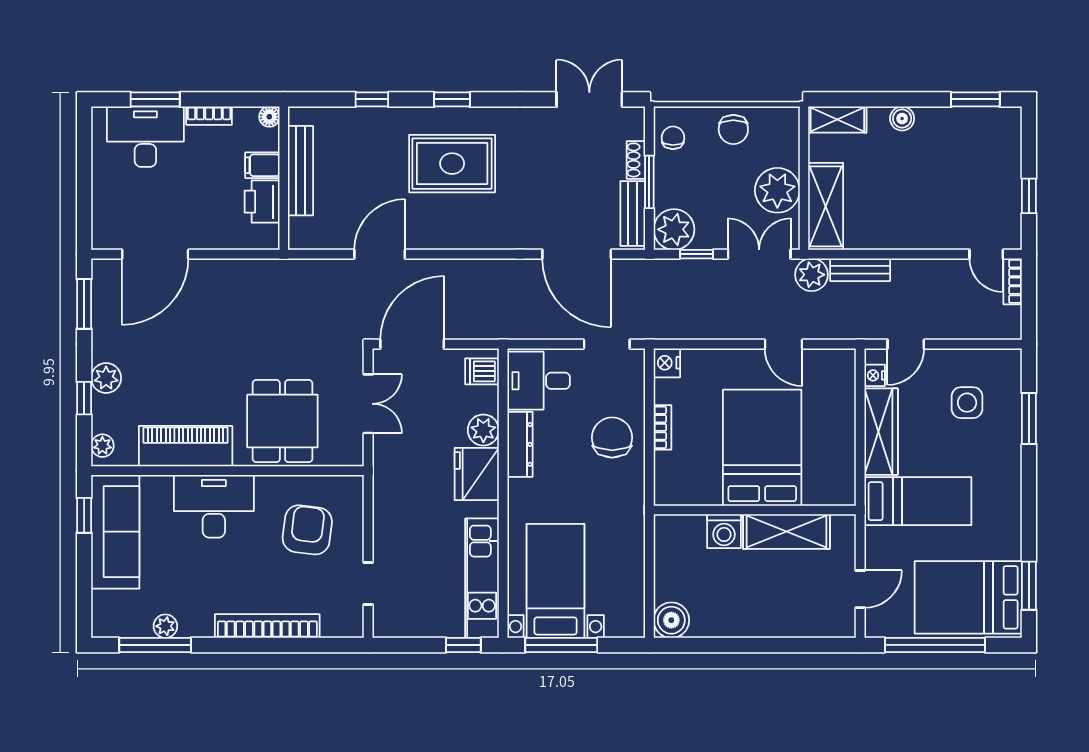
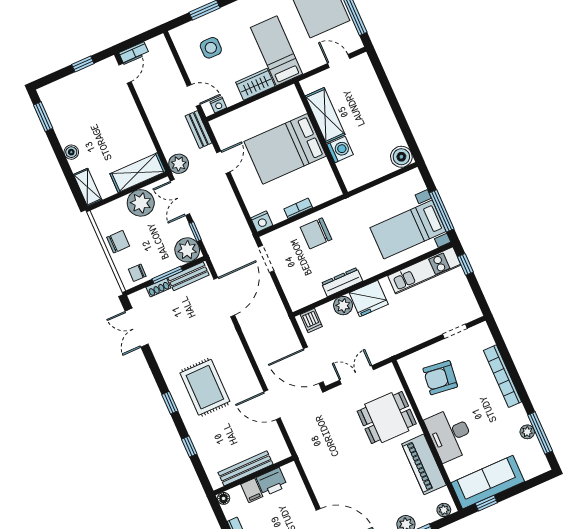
bench: (860, 270) -> (199, 129), moved
desk: (539, 381) -> (303, 287), removed
wardrobe: (881, 432) -> (255, 84), width x0.67

